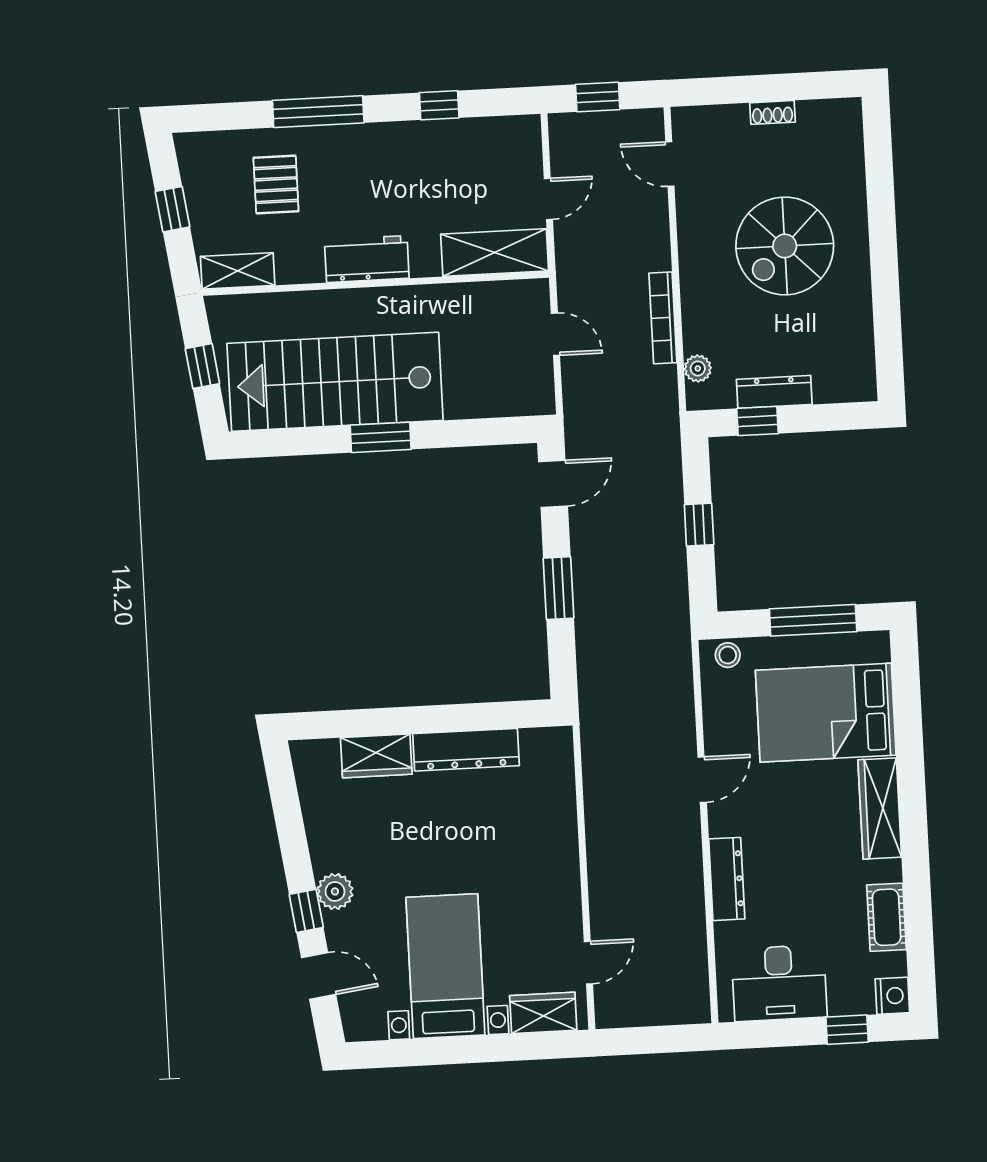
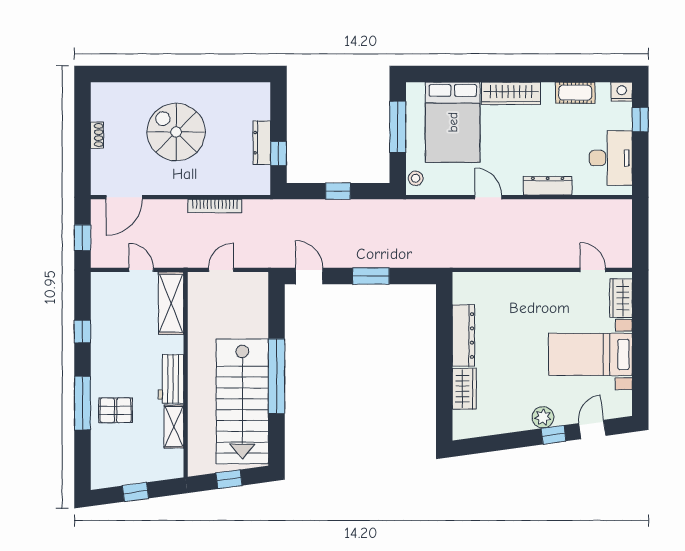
door: (670, 164) -> (124, 197), width x1.38
pallet: (276, 185) -> (116, 410), moved
spiral stairs: (785, 246) -> (176, 132), turned 180
shelving: (238, 271) -> (174, 426), moved
plant: (698, 368) -> (246, 187), removed
window: (381, 437) -> (276, 376), width x2.11

